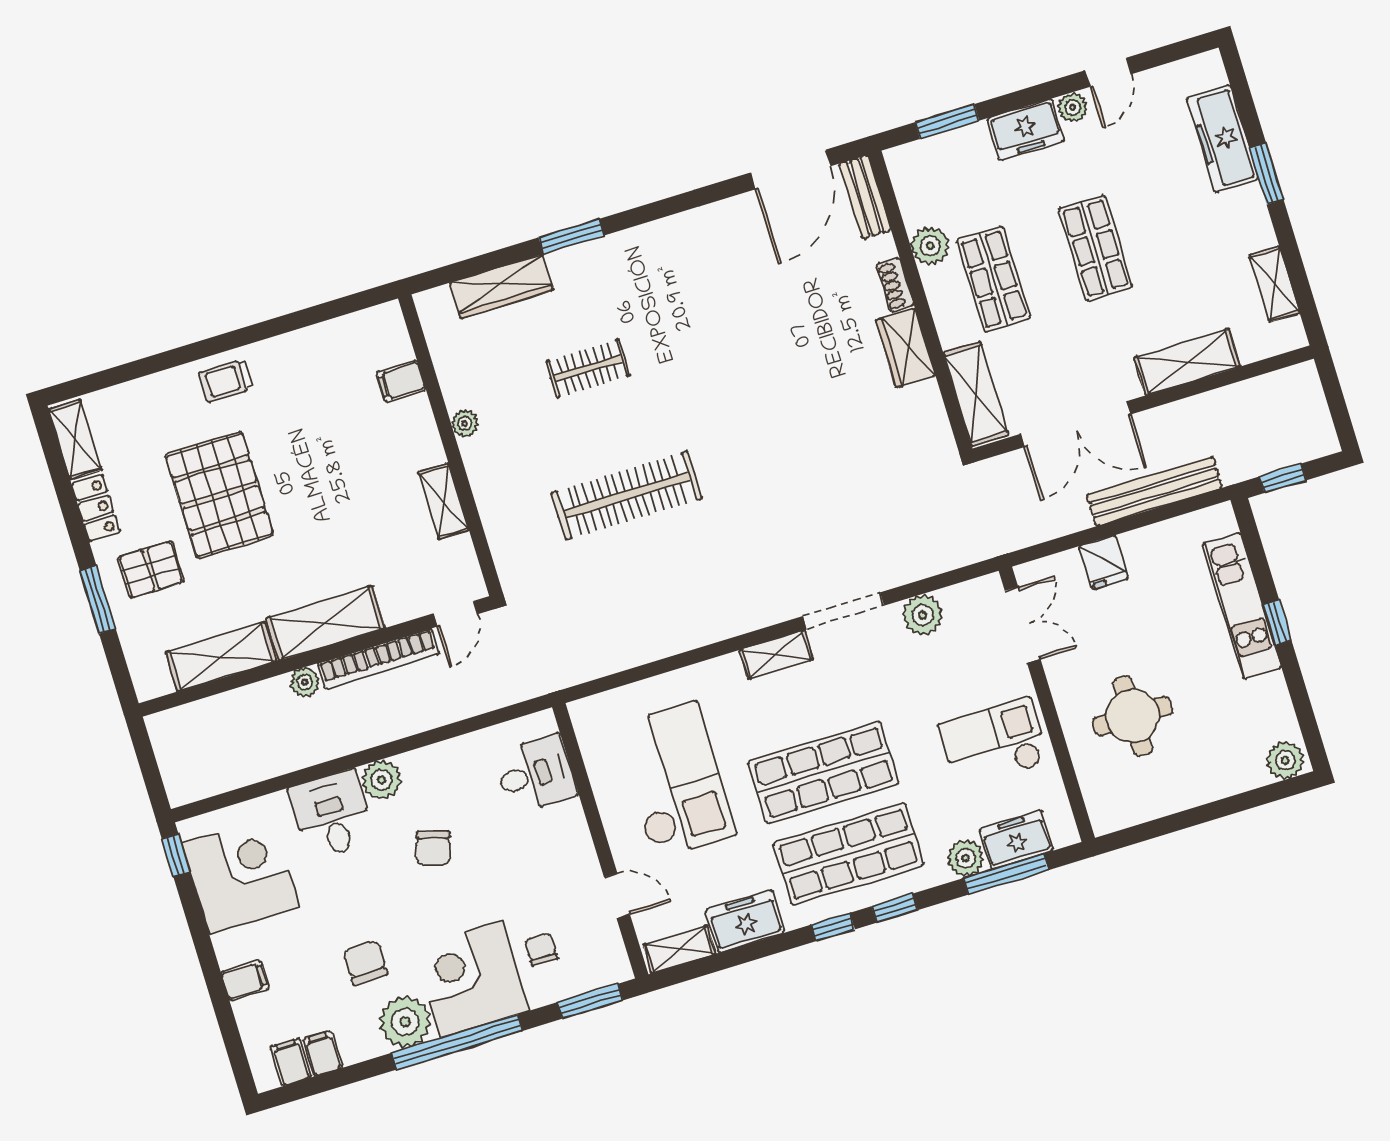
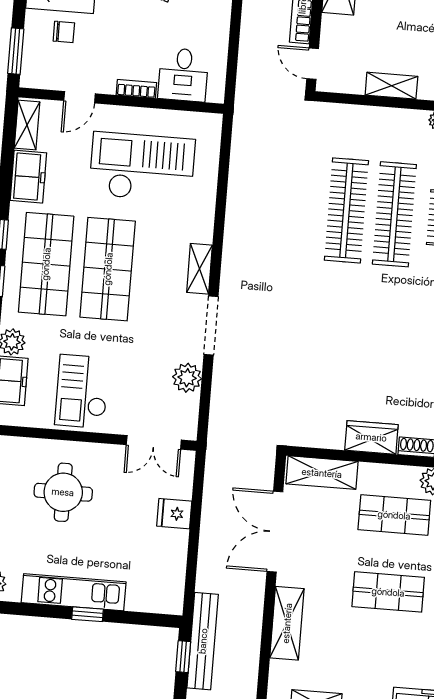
clothes rail: (607, 432) -> (394, 214), added
bench: (1154, 491) -> (203, 641), moved
kitchen unit: (1242, 606) -> (74, 592), moved
checkout: (994, 743) -> (82, 391), turned 180
checkout: (675, 780) -> (142, 167), turned 180
bookcase: (577, 827) -> (136, 89), added

